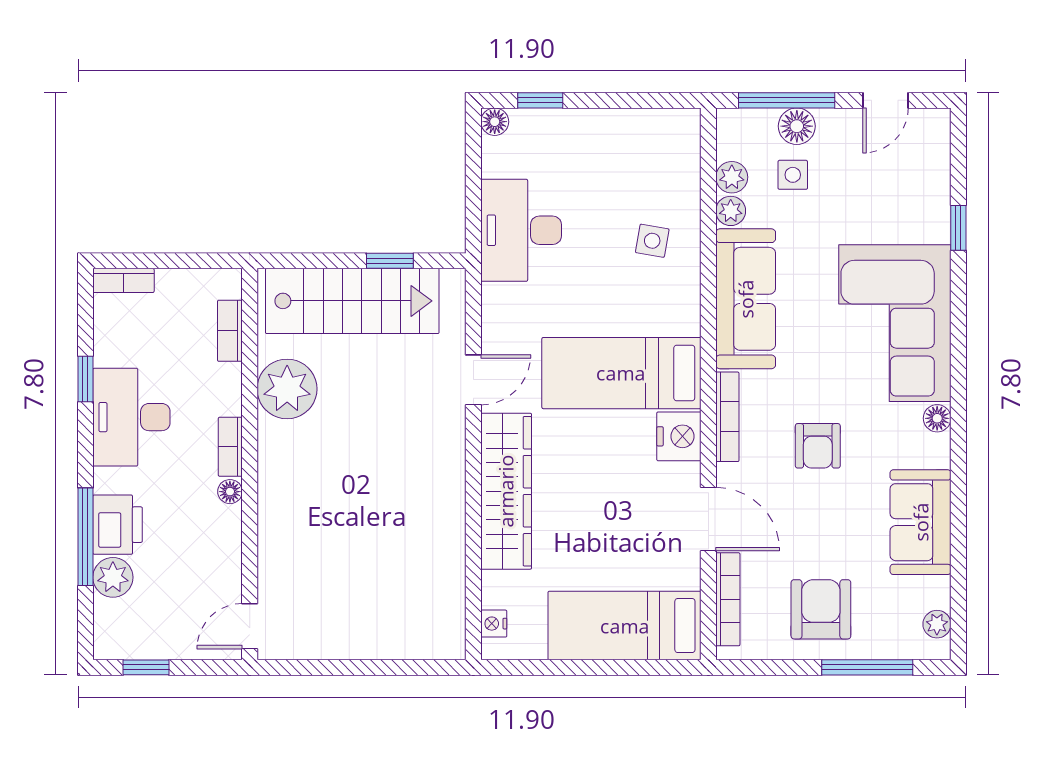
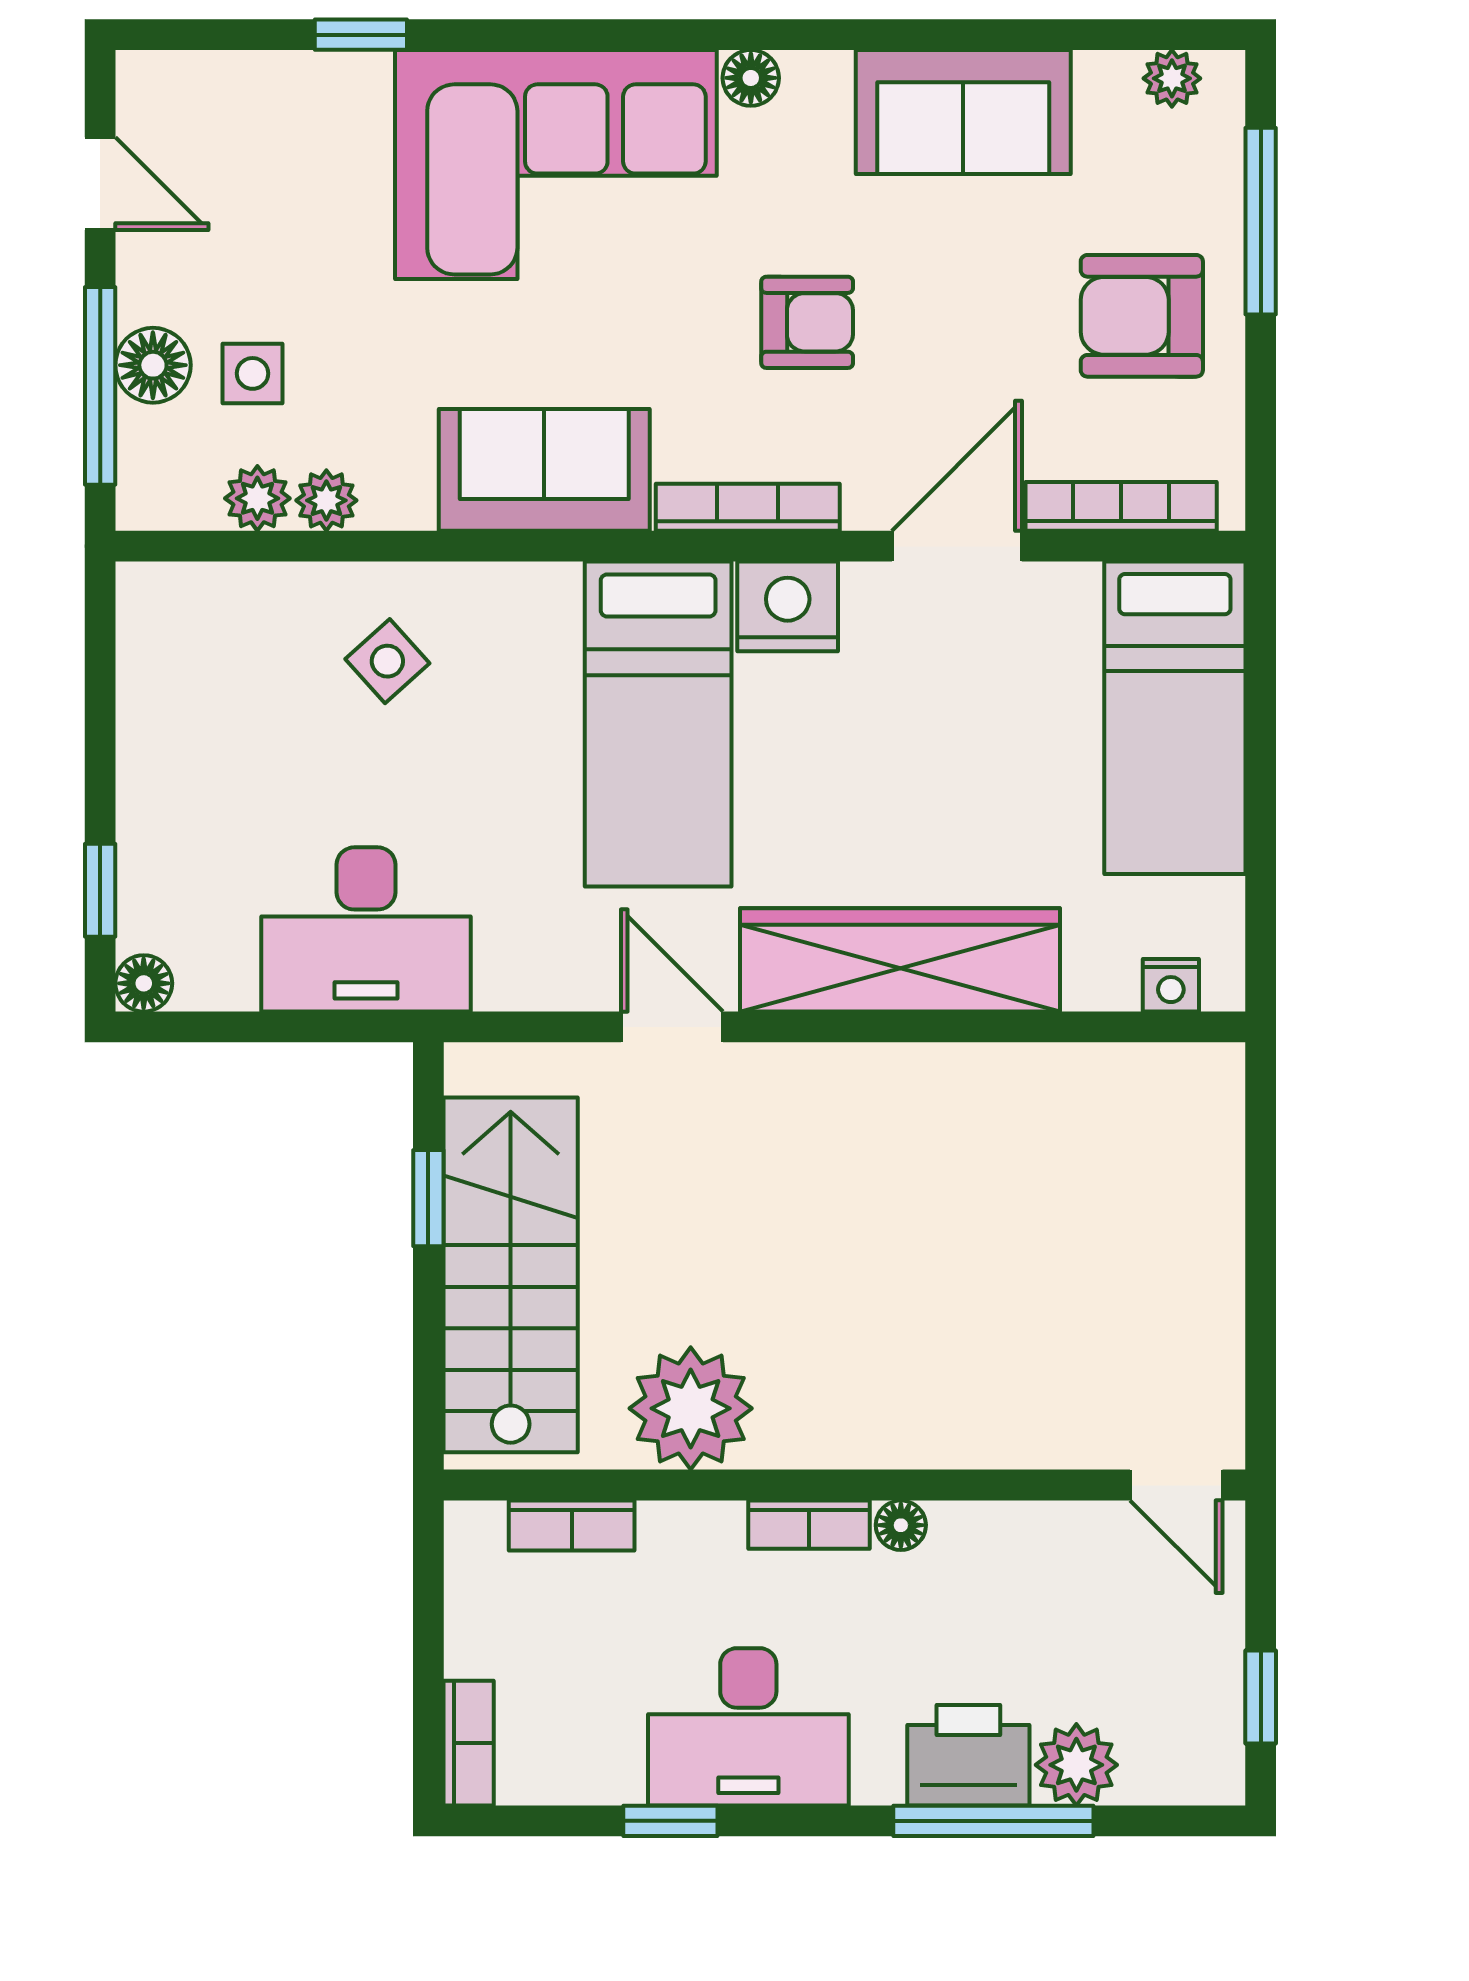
side table: (652, 241) -> (387, 661), turned 38
sofa: (746, 299) -> (544, 470), width x0.73

